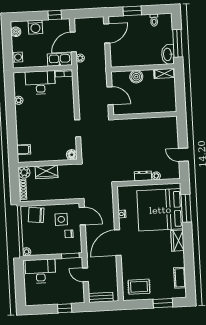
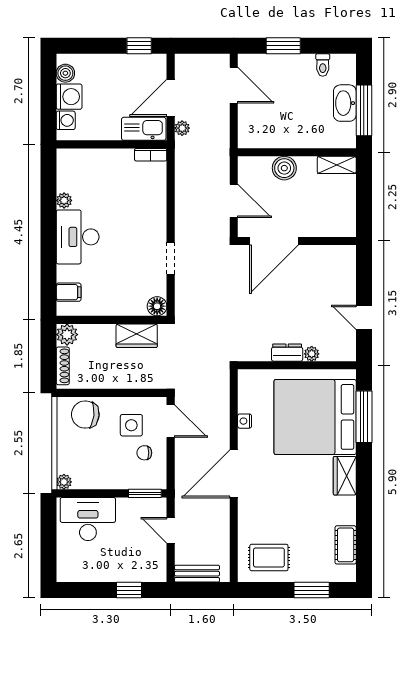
washing machine: (35, 27) -> (69, 97), moved, turned -90
door: (107, 33) -> (234, 85), hinge flipped
washbasin: (168, 54) -> (345, 103), moved
desk: (40, 83) -> (78, 237), moved, turned -90
door: (133, 116) -> (274, 241), added
wardrobe: (46, 172) -> (137, 336), moved

